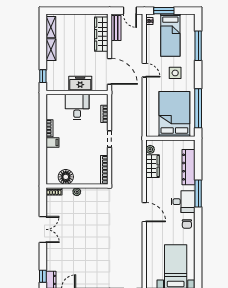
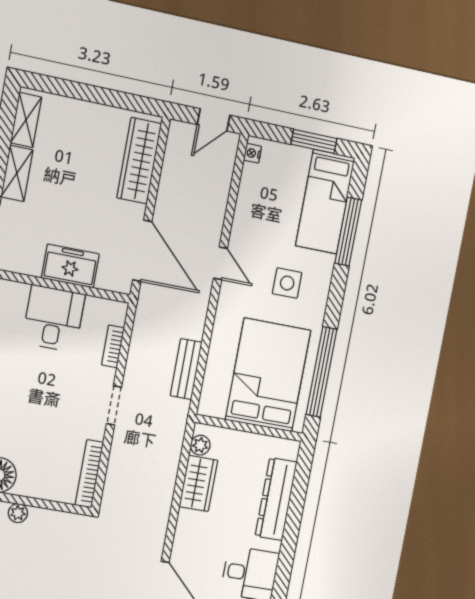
door: (130, 11) -> (214, 120), hinge flipped
window: (164, 11) -> (314, 141), moved
bench: (116, 28) -> (186, 369), moved
bed: (170, 35) -> (325, 202), moved
window: (198, 193) -> (286, 561), removed

